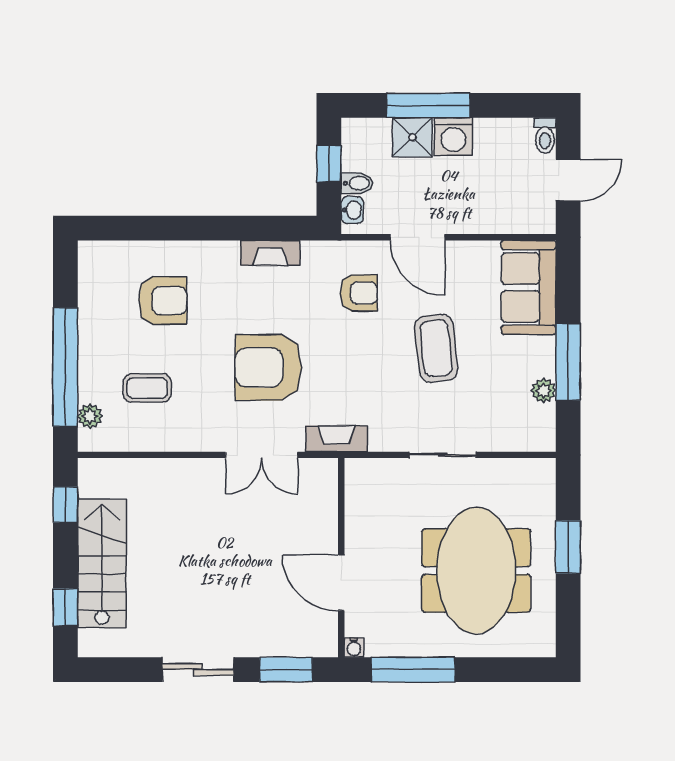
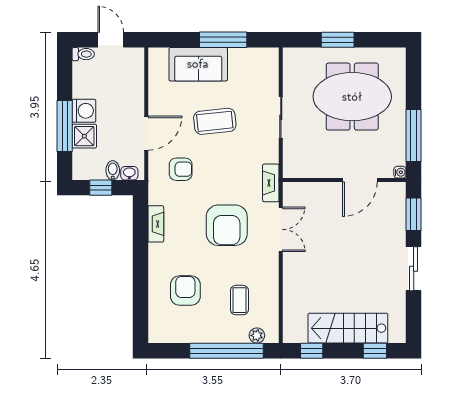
sofa: (529, 287) -> (198, 64), moved
armchair: (359, 293) -> (181, 169), turned 90
plant: (543, 391) -> (241, 55), removed

